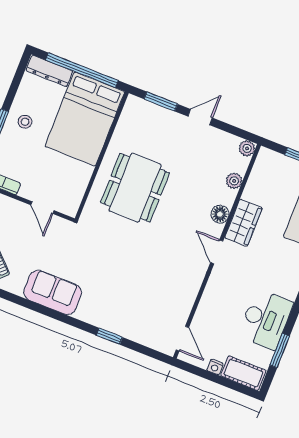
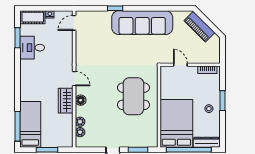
plant: (247, 148) -> (80, 132), moved
sofa: (53, 292) -> (142, 23), width x1.85, depth x1.27
desk: (266, 319) -> (32, 48), width x0.73
door: (182, 339) -> (74, 23), hinge flipped

